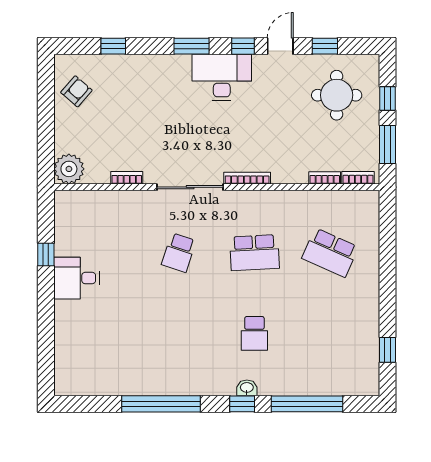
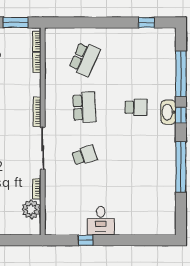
plant: (69, 169) -> (31, 209), moved
school desk: (179, 253) -> (84, 155), turned -36
washbasin: (247, 388) -> (168, 112), width x1.91, depth x1.45

